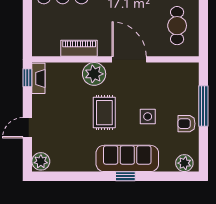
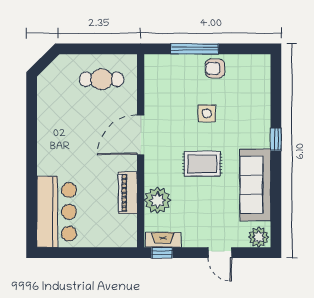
plant: (94, 74) -> (158, 200), moved
armchair: (186, 124) -> (215, 68), turned 89
sofa: (127, 158) -> (255, 185), moved
plant: (184, 163) -> (261, 71), removed

